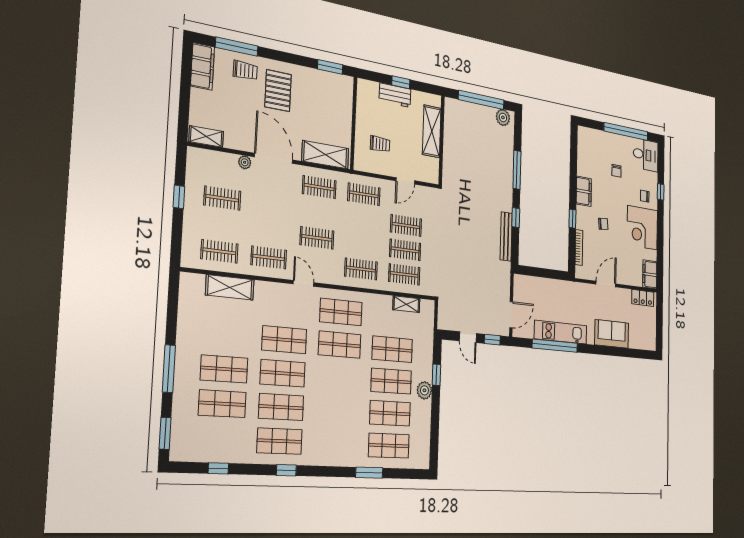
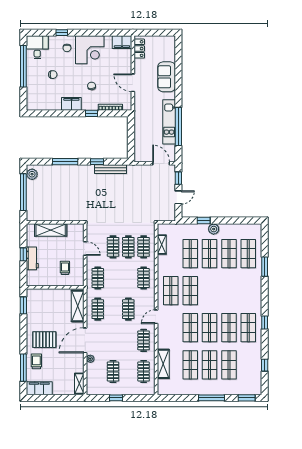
shop shelf: (226, 335) -> (190, 365), added

